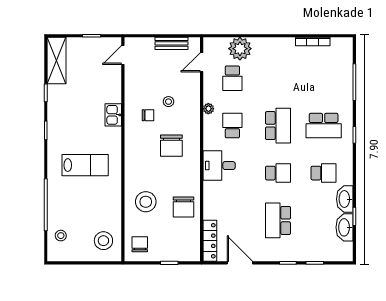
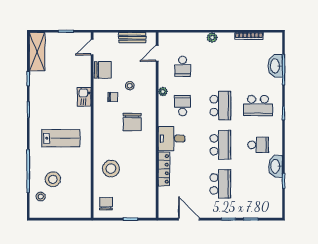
plant: (240, 49) -> (212, 38), moved, width x0.53, depth x0.53
school desk: (278, 173) -> (220, 145), width x1.85
chair: (184, 207) -> (103, 70), moved, turned -90
school desk: (278, 220) -> (220, 184), turned 180
washbasin: (345, 227) -> (275, 66), moved
stool: (103, 241) -> (53, 179), moved
locker: (210, 241) -> (164, 169), moved

